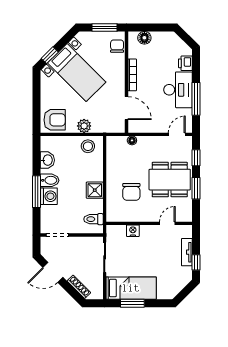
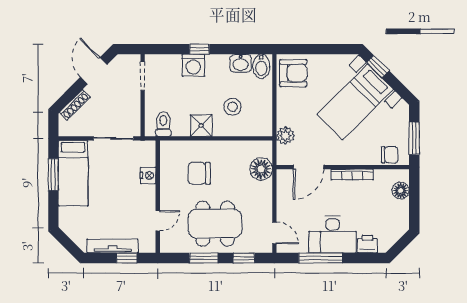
armchair: (55, 120) -> (293, 73), turned -90
plant: (84, 126) -> (285, 136), moved
floor lamp: (132, 140) -> (261, 169), width x1.89, depth x1.89
stool: (88, 146) -> (232, 107), moved
bidet: (50, 180) -> (261, 66), moved
dining table: (170, 180) -> (215, 224), turned 90
window: (36, 192) -> (199, 49), width x0.46
door: (167, 223) -> (158, 221), hinge flipped
tv unit: (187, 252) -> (113, 246), width x1.41
window: (196, 262) -> (127, 258), moved

